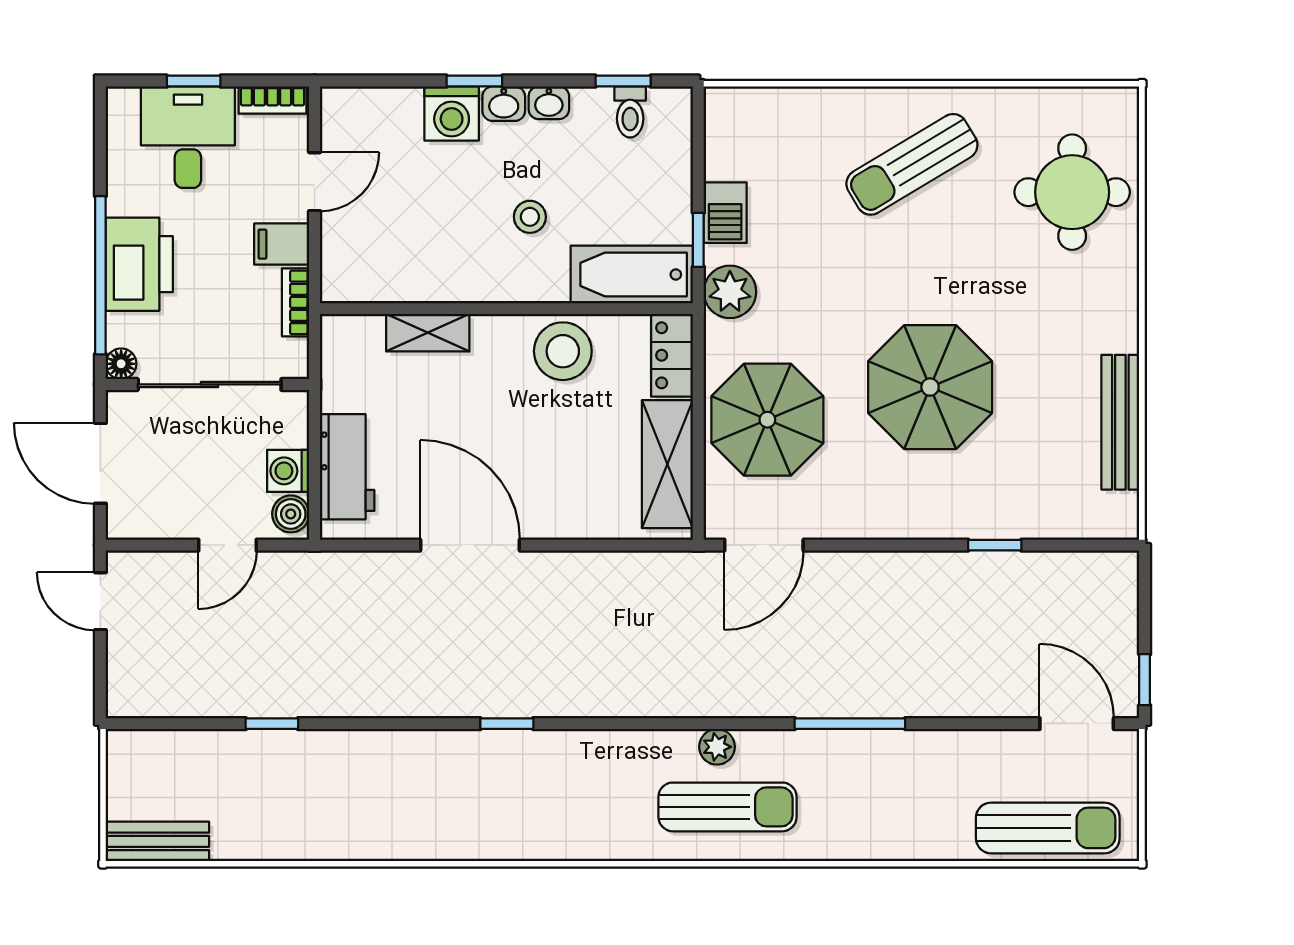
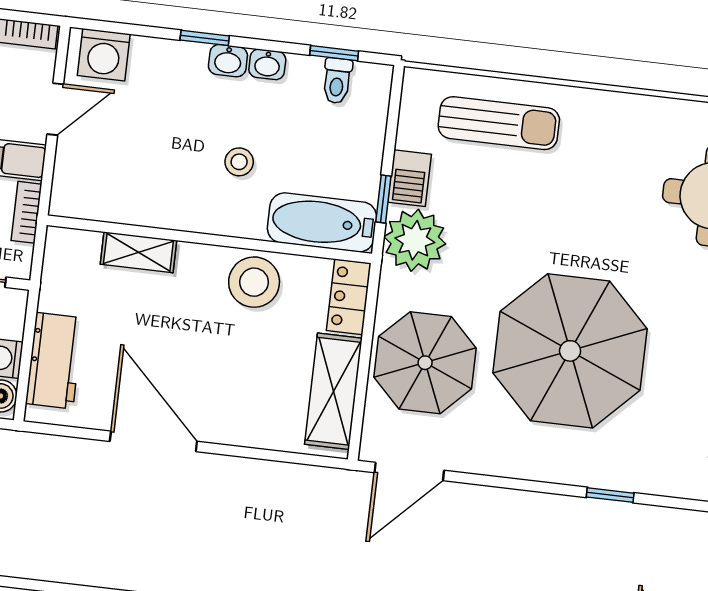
washing machine: (452, 114) -> (104, 55), moved
sun lounger: (912, 164) -> (499, 123), moved, turned -149
plant: (730, 292) -> (415, 240), width x1.36, depth x1.36
parasol: (930, 387) -> (570, 351), width x1.36, depth x1.36

